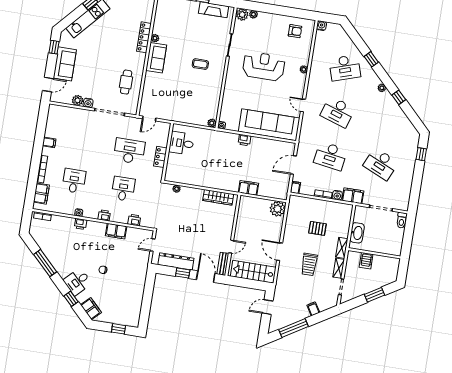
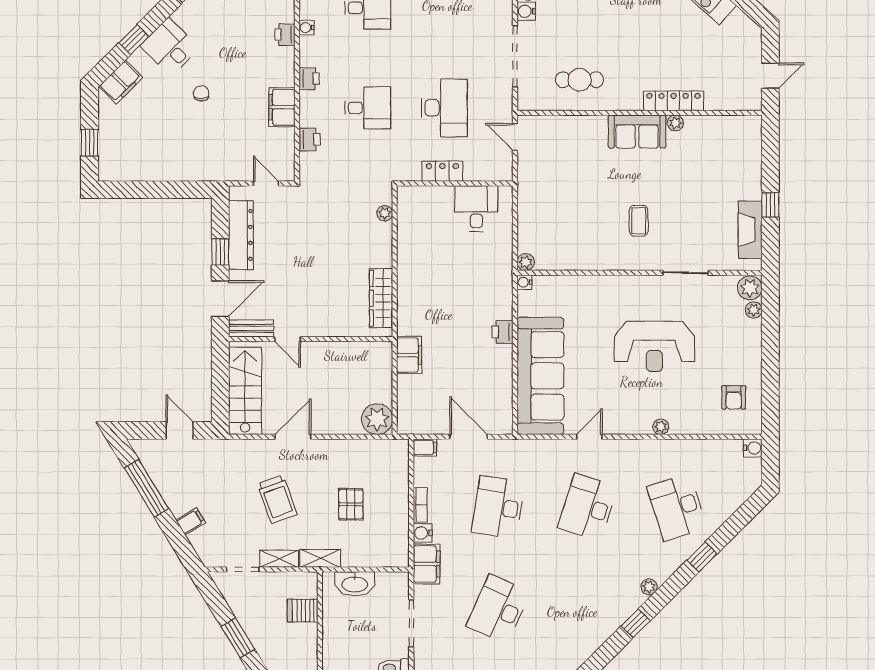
reception desk: (264, 66) -> (654, 346), turned 90
trolley: (309, 264) -> (277, 499), turned -110

